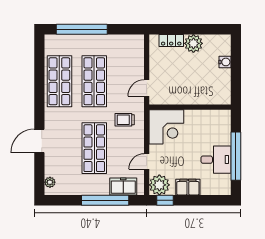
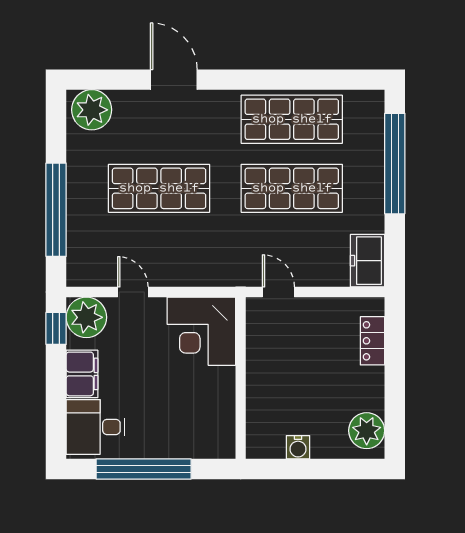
plant: (193, 43) -> (367, 431), moved
water cooler: (225, 62) -> (298, 447), moved
trolley: (125, 120) -> (216, 249), removed
desk: (216, 160) -> (96, 427), moved, turned 90
plant: (50, 182) -> (92, 110), width x1.87, depth x1.87
freezer: (123, 186) -> (368, 261), moved, turned 180

